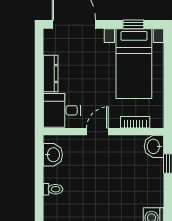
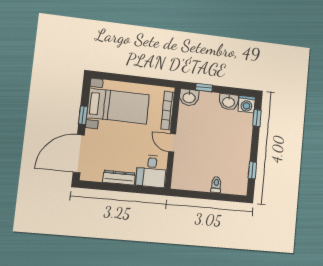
window: (133, 24) -> (83, 115), moved
bookcase: (135, 122) -> (168, 111), width x1.56
washbasin: (53, 155) -> (229, 102), moved, turned 180

